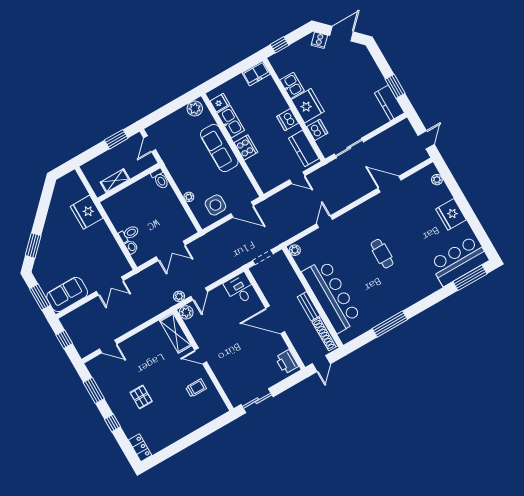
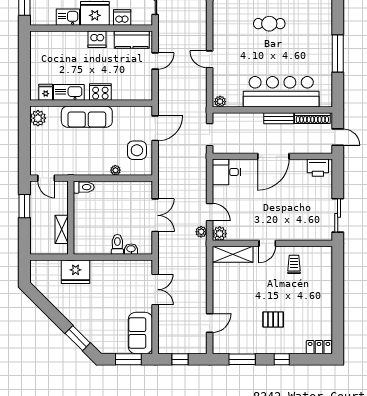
freezer: (256, 73) -> (38, 44), removed

